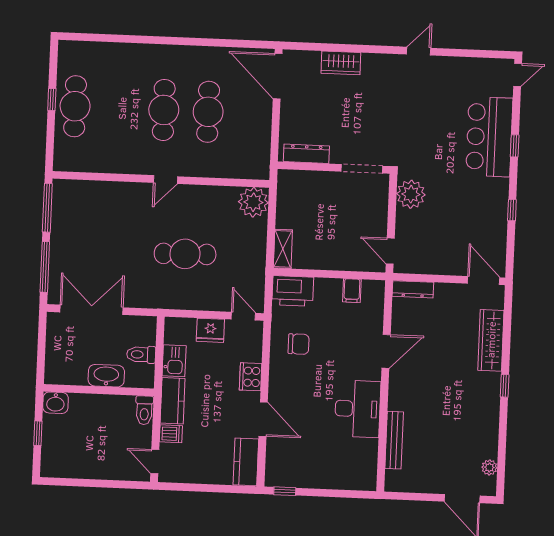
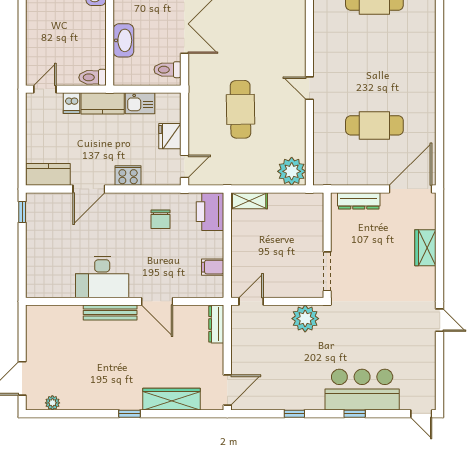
cafe table: (164, 110) -> (374, 84), removed
dresser: (306, 154) -> (359, 201), moved, turned 90
toilet: (141, 355) -> (168, 70), moved, turned -90
bench: (394, 440) -> (110, 312), moved

